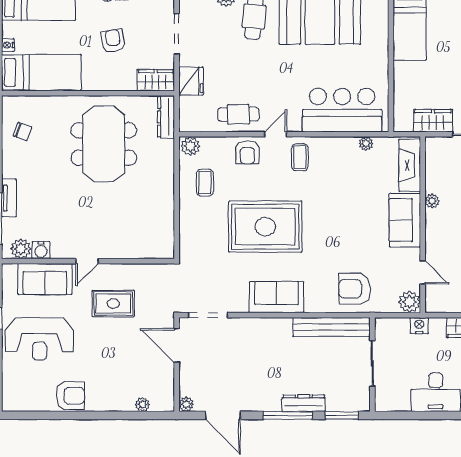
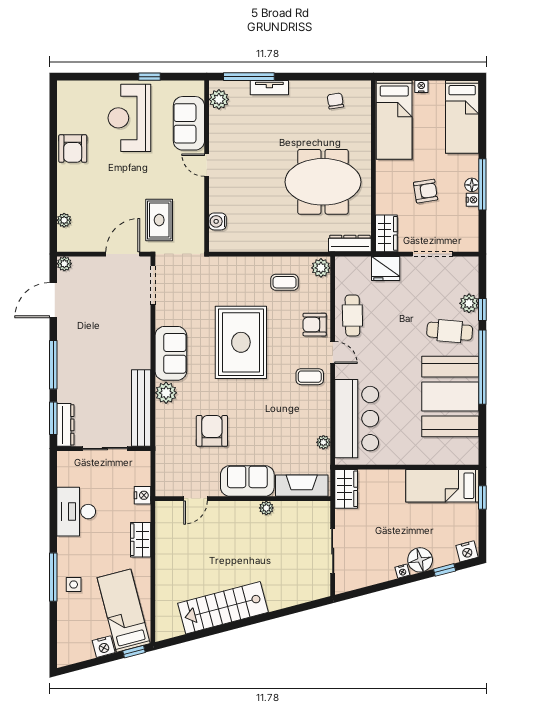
wardrobe: (433, 121) -> (346, 489), moved
chair: (22, 132) -> (335, 101), turned 151
water cooler: (41, 250) -> (218, 221), moved
armchair: (355, 289) -> (212, 431), moved
plant: (409, 302) -> (166, 393), moved
rug: (113, 303) -> (159, 220), moved
dresser: (304, 403) -> (65, 425), moved

